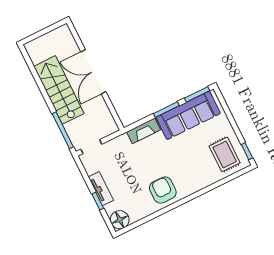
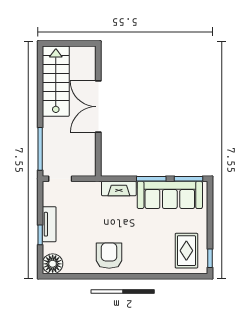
stairs: (59, 90) -> (56, 81), moved

